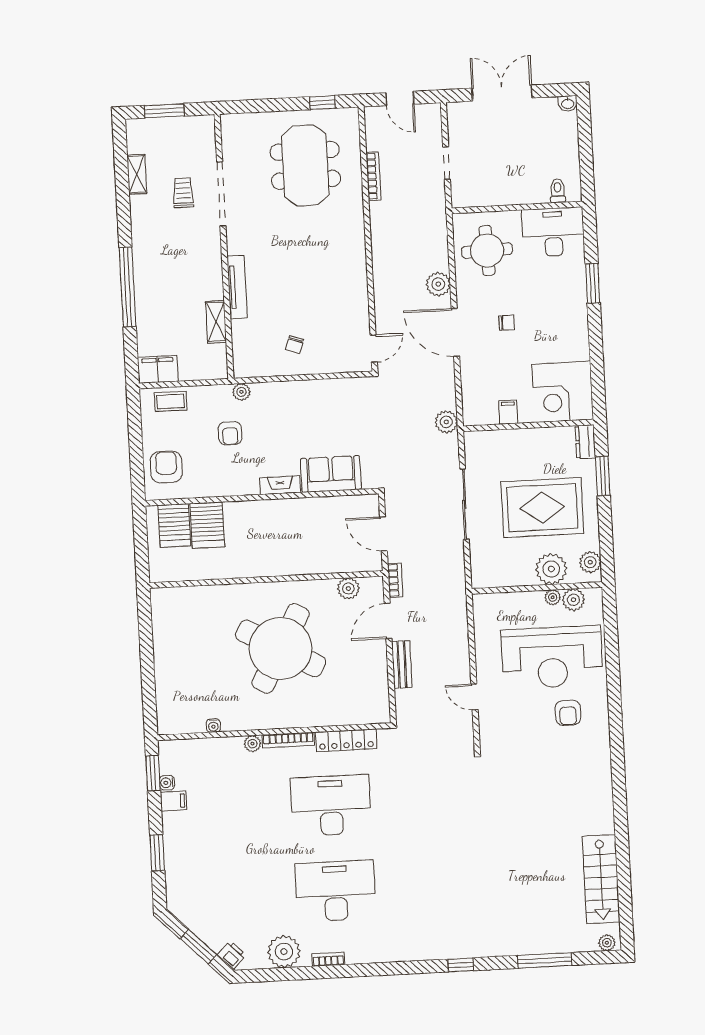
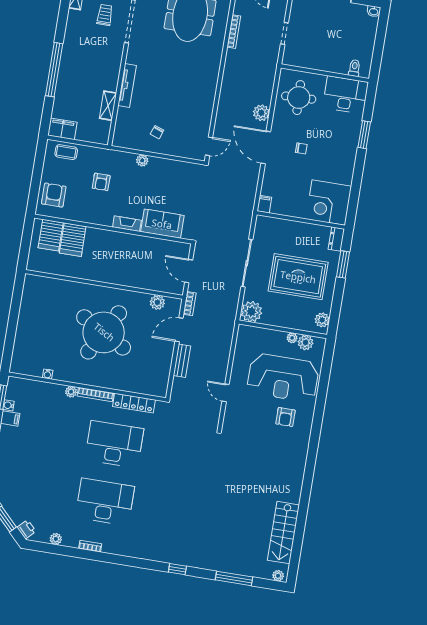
plant: (241, 392) -> (142, 160), moved
filing cabinet: (508, 412) -> (264, 204), moved
plant: (446, 422) -> (247, 206), removed
plant: (551, 569) -> (251, 312), moved
plant: (284, 952) -> (56, 539), width x0.53, depth x0.53

